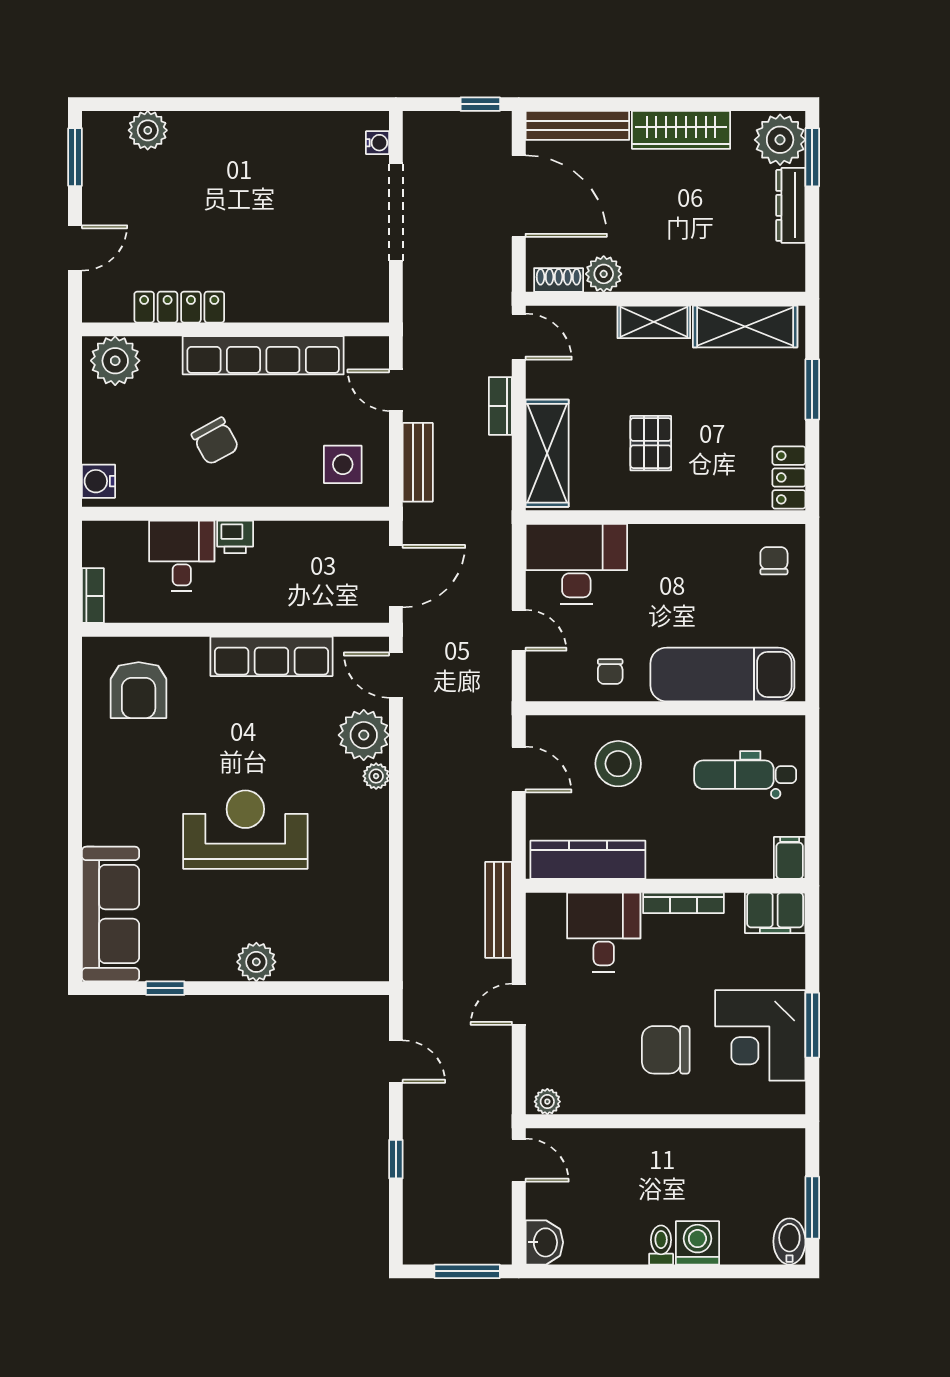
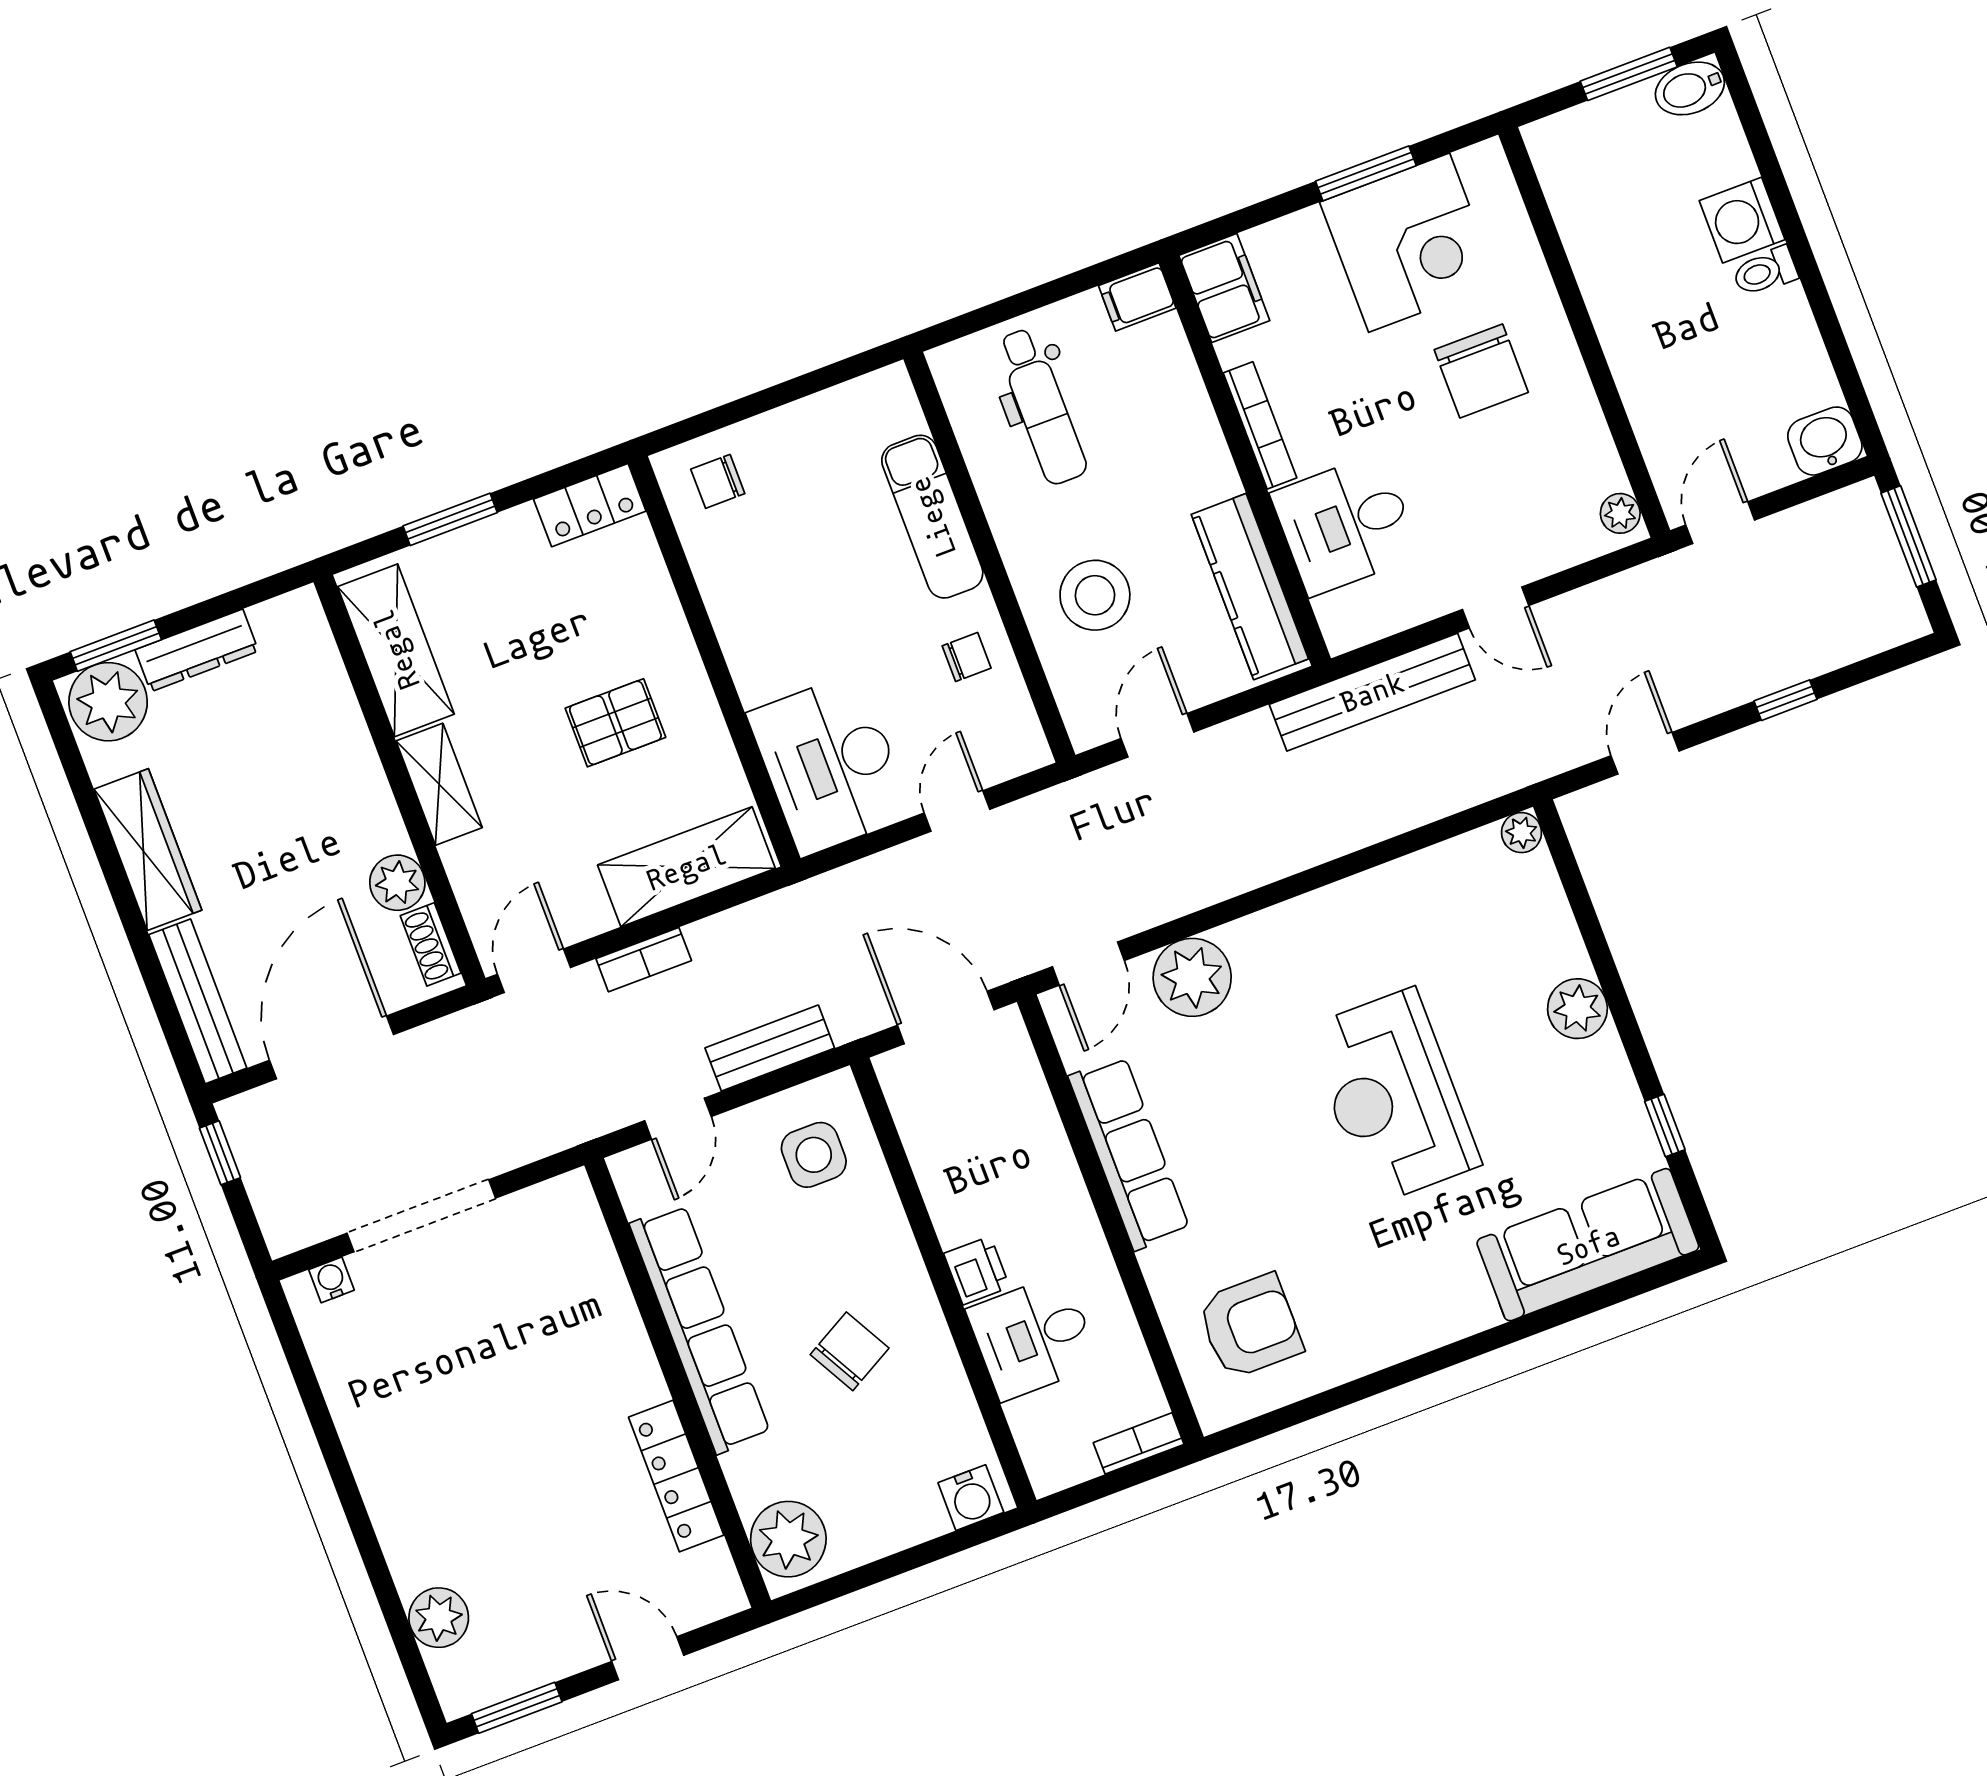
exam couch: (722, 675) -> (932, 517), width x0.73, depth x0.69
plant: (376, 776) -> (1522, 833), moved
bench: (499, 910) -> (1372, 692), width x1.37, depth x1.21

